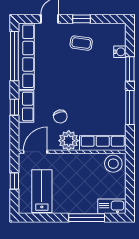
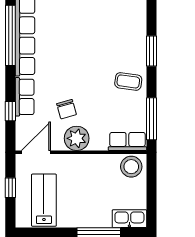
coffee table: (81, 43) -> (128, 81), moved
water cooler: (120, 52) -> (139, 30), removed
window: (14, 107) -> (10, 111), moved
window: (130, 108) -> (151, 119), moved
row of seats: (103, 143) -> (127, 141), width x0.68

